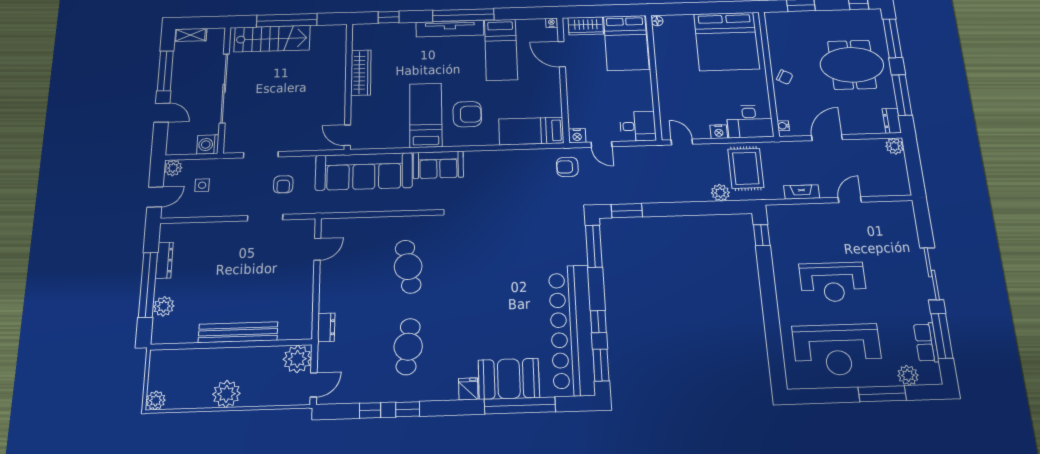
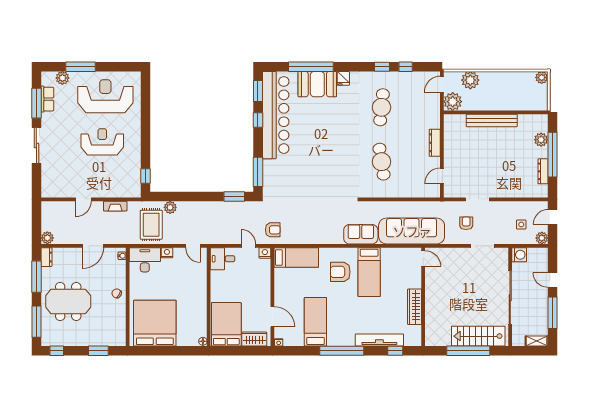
tv unit: (450, 29) -> (379, 340), moved
dresser: (326, 327) -> (435, 143), moved, width x1.44
plant: (226, 394) -> (470, 80), moved

